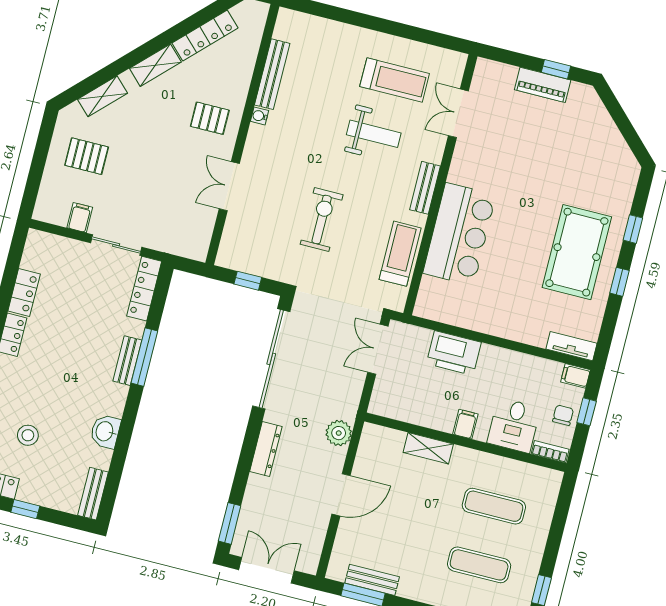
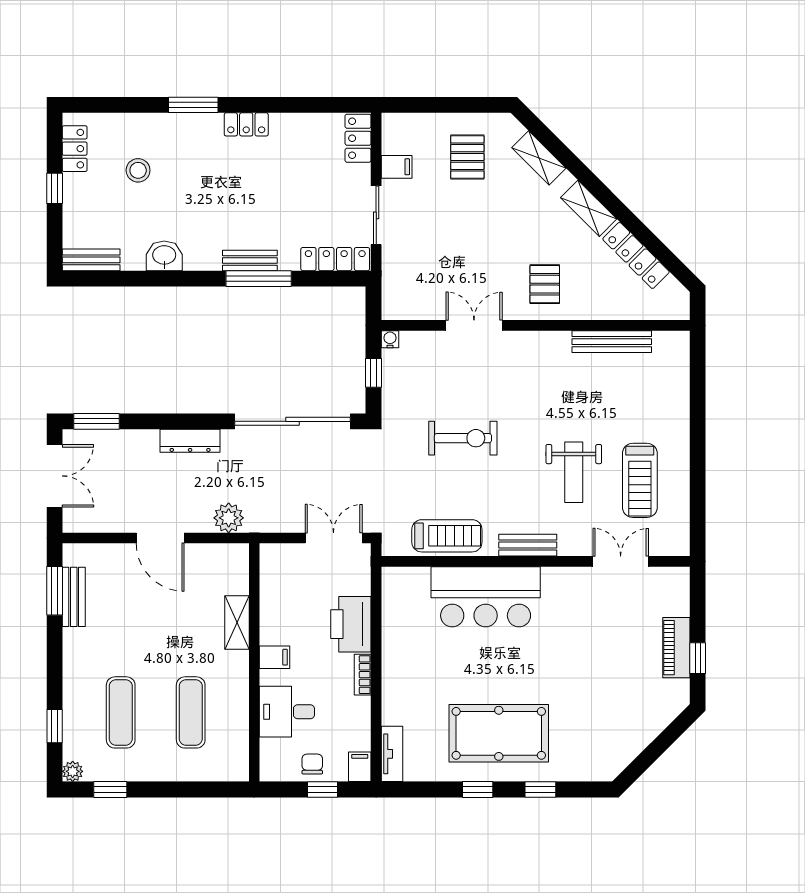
water cooler: (259, 116) -> (390, 339), moved
locker: (24, 292) -> (358, 138), moved, turned 90
chair: (563, 415) -> (312, 764), turned -90
bookcase: (550, 452) -> (363, 675), moved, turned 180

